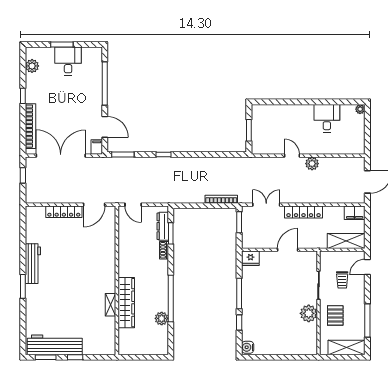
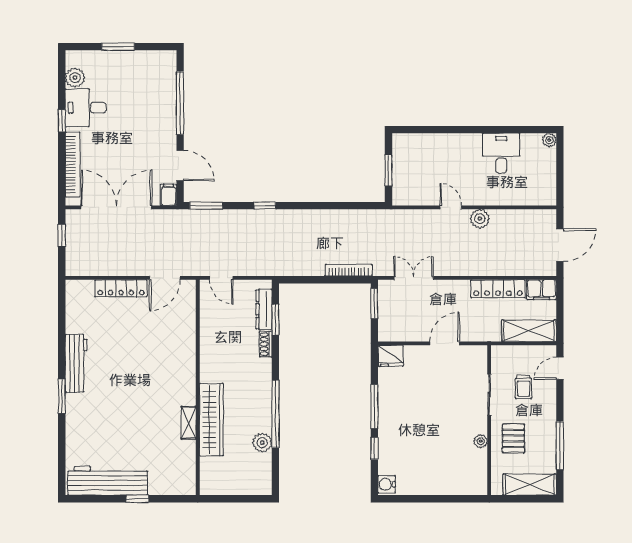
desk: (68, 61) -> (86, 108), moved, turned -90
locker: (304, 212) -> (498, 289), moved
plant: (309, 313) -> (481, 441), width x0.53, depth x0.53
window: (46, 357) -> (95, 499), removed

